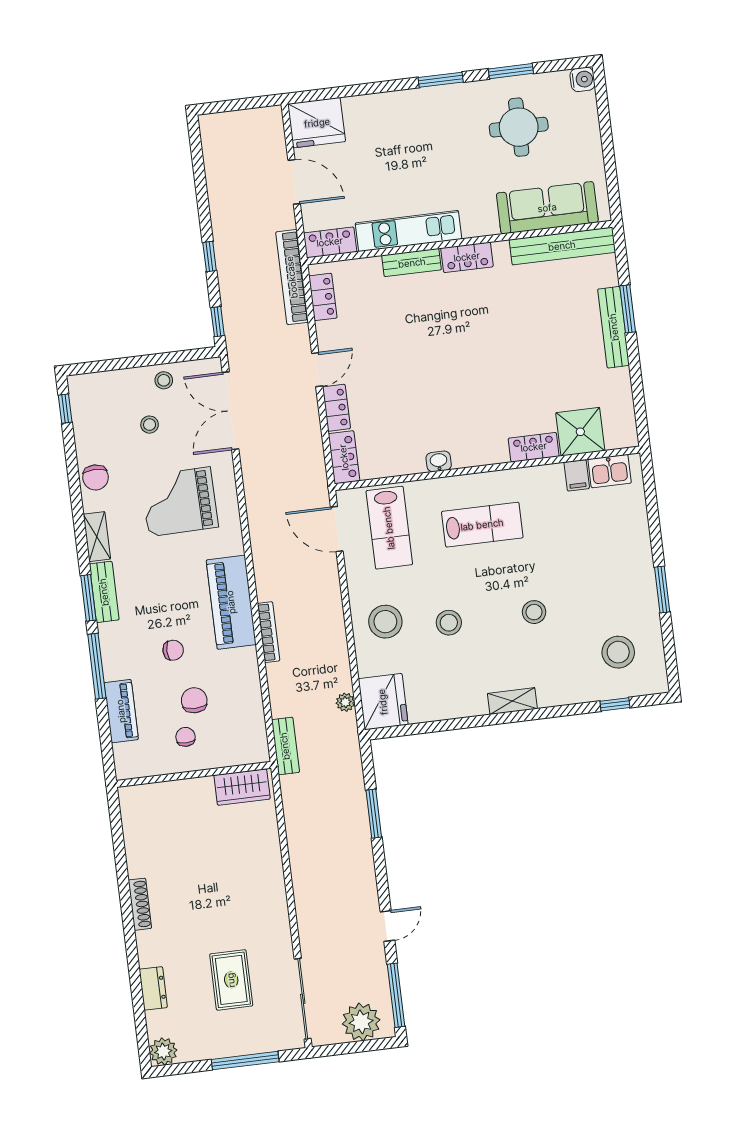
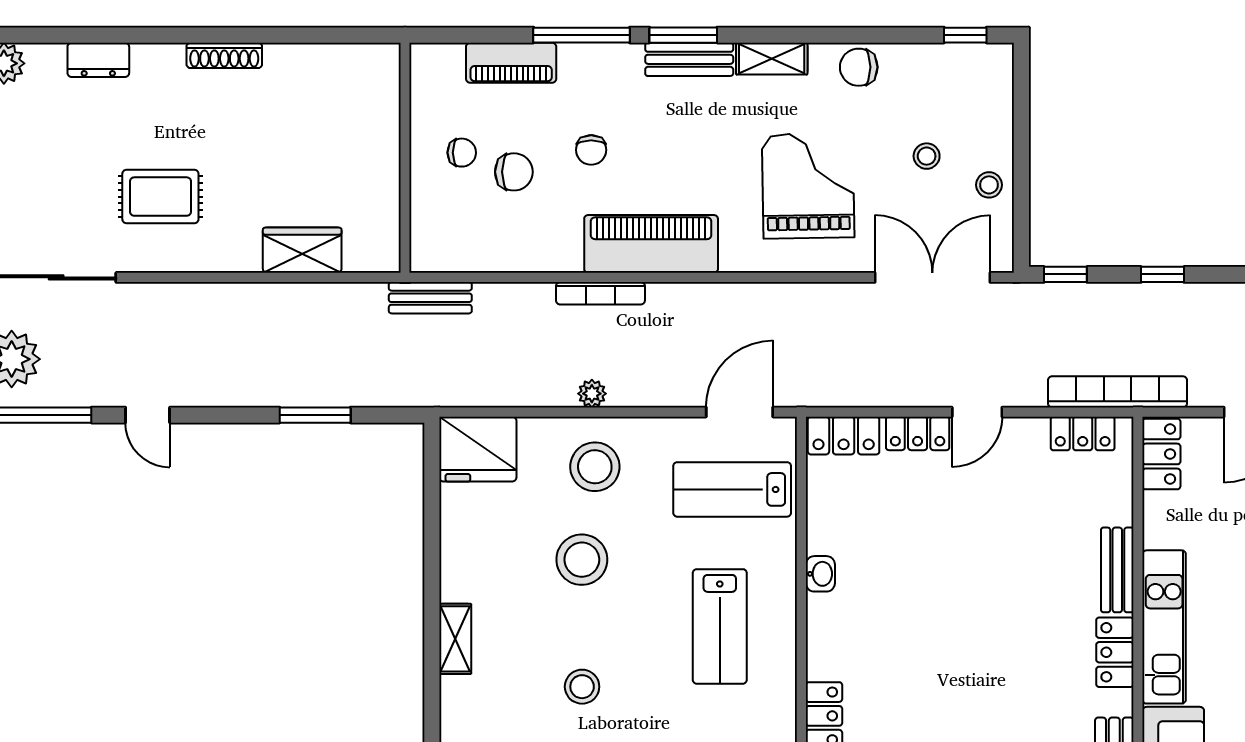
kitchen unit: (409, 231) -> (1164, 627), moved
door: (317, 370) -> (977, 412), hinge flipped
stool: (449, 623) -> (582, 560), width x1.38, depth x1.38
plant: (345, 702) -> (592, 394), moved
wardrobe: (242, 787) -> (302, 250), moved, turned 90
rug: (231, 980) -> (160, 197), moved

